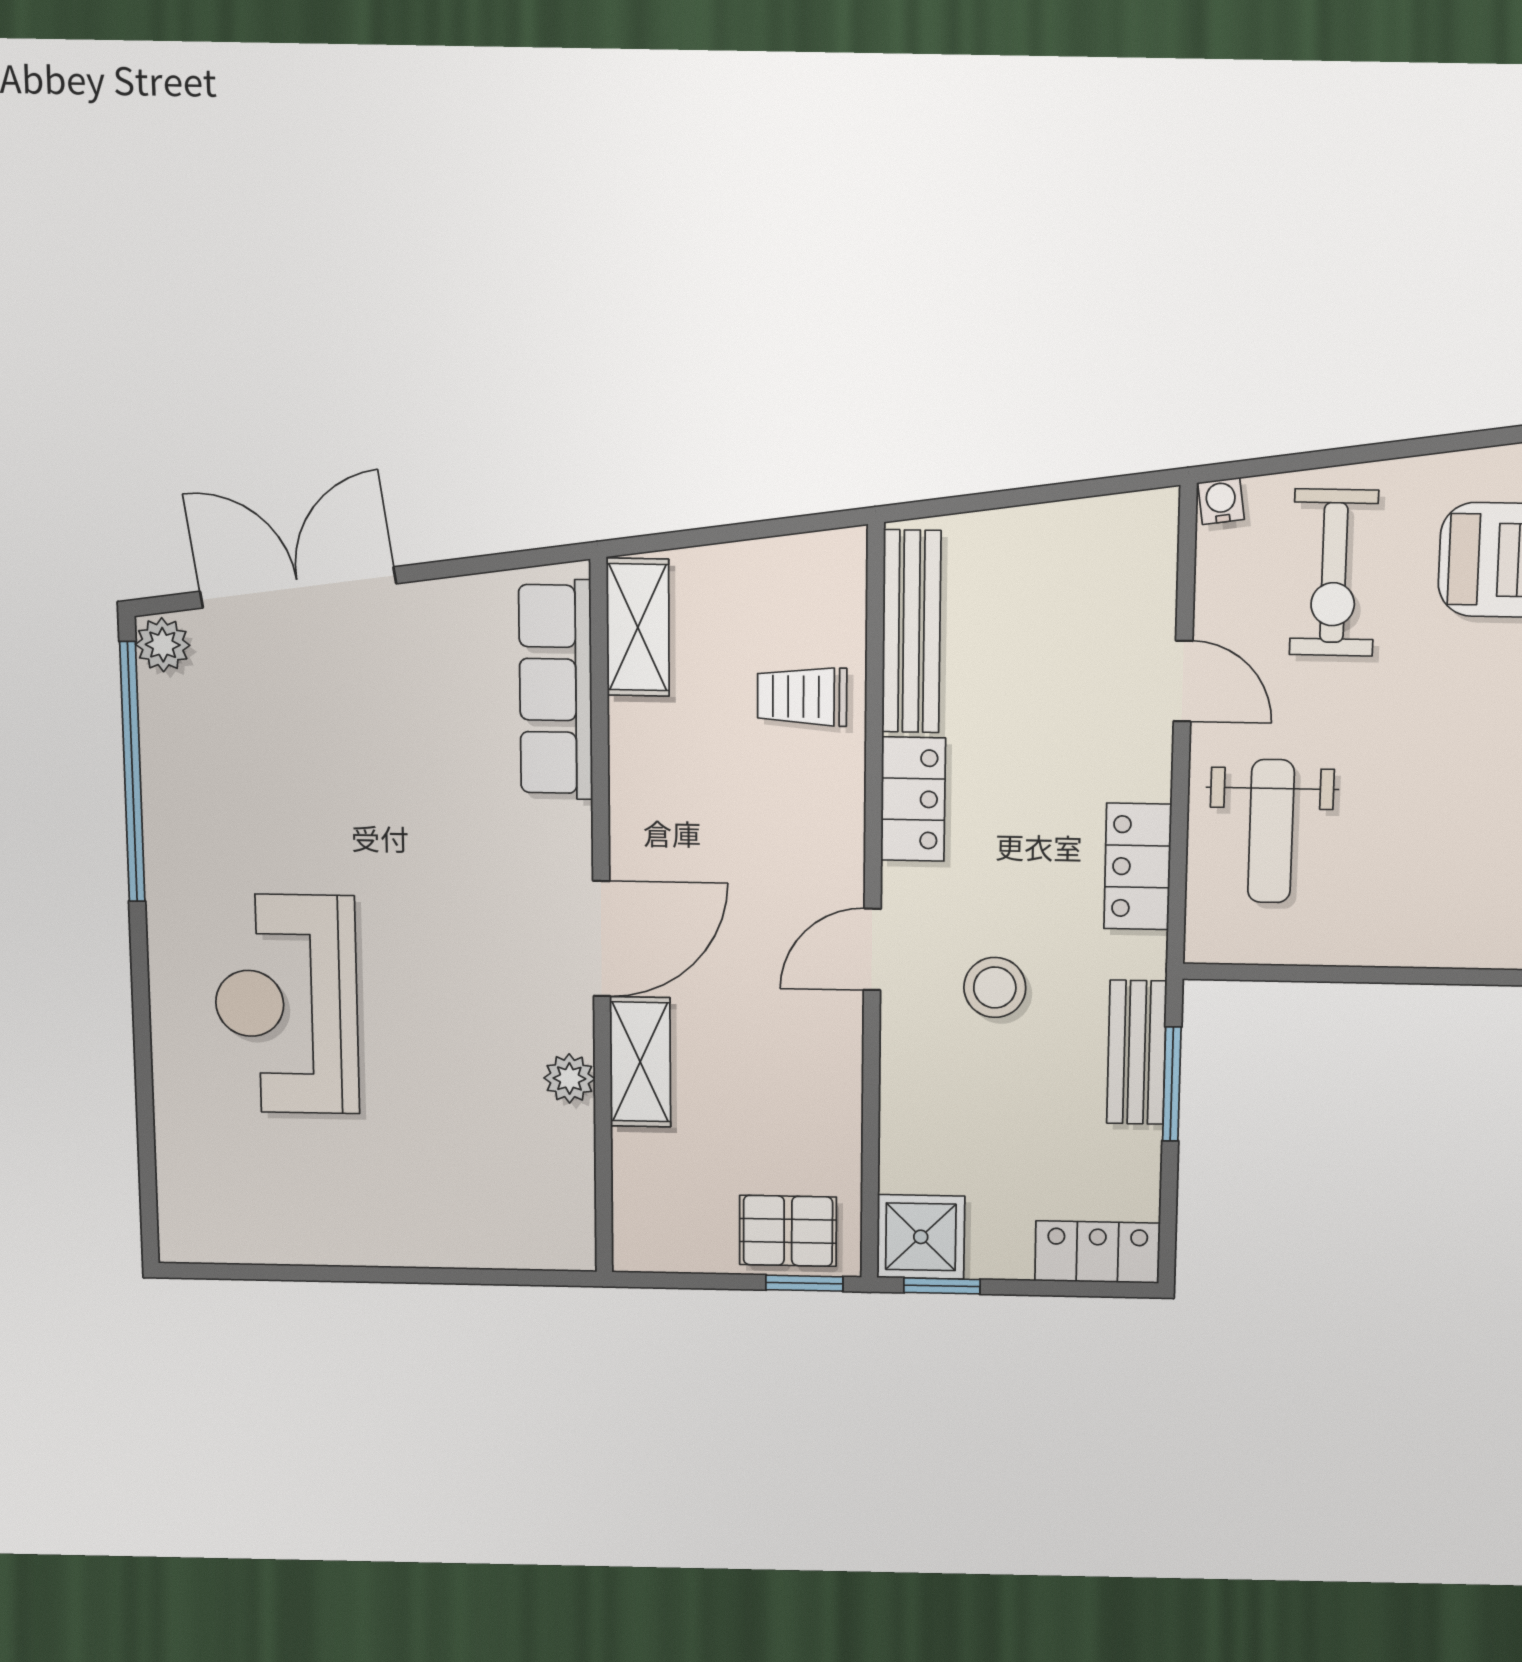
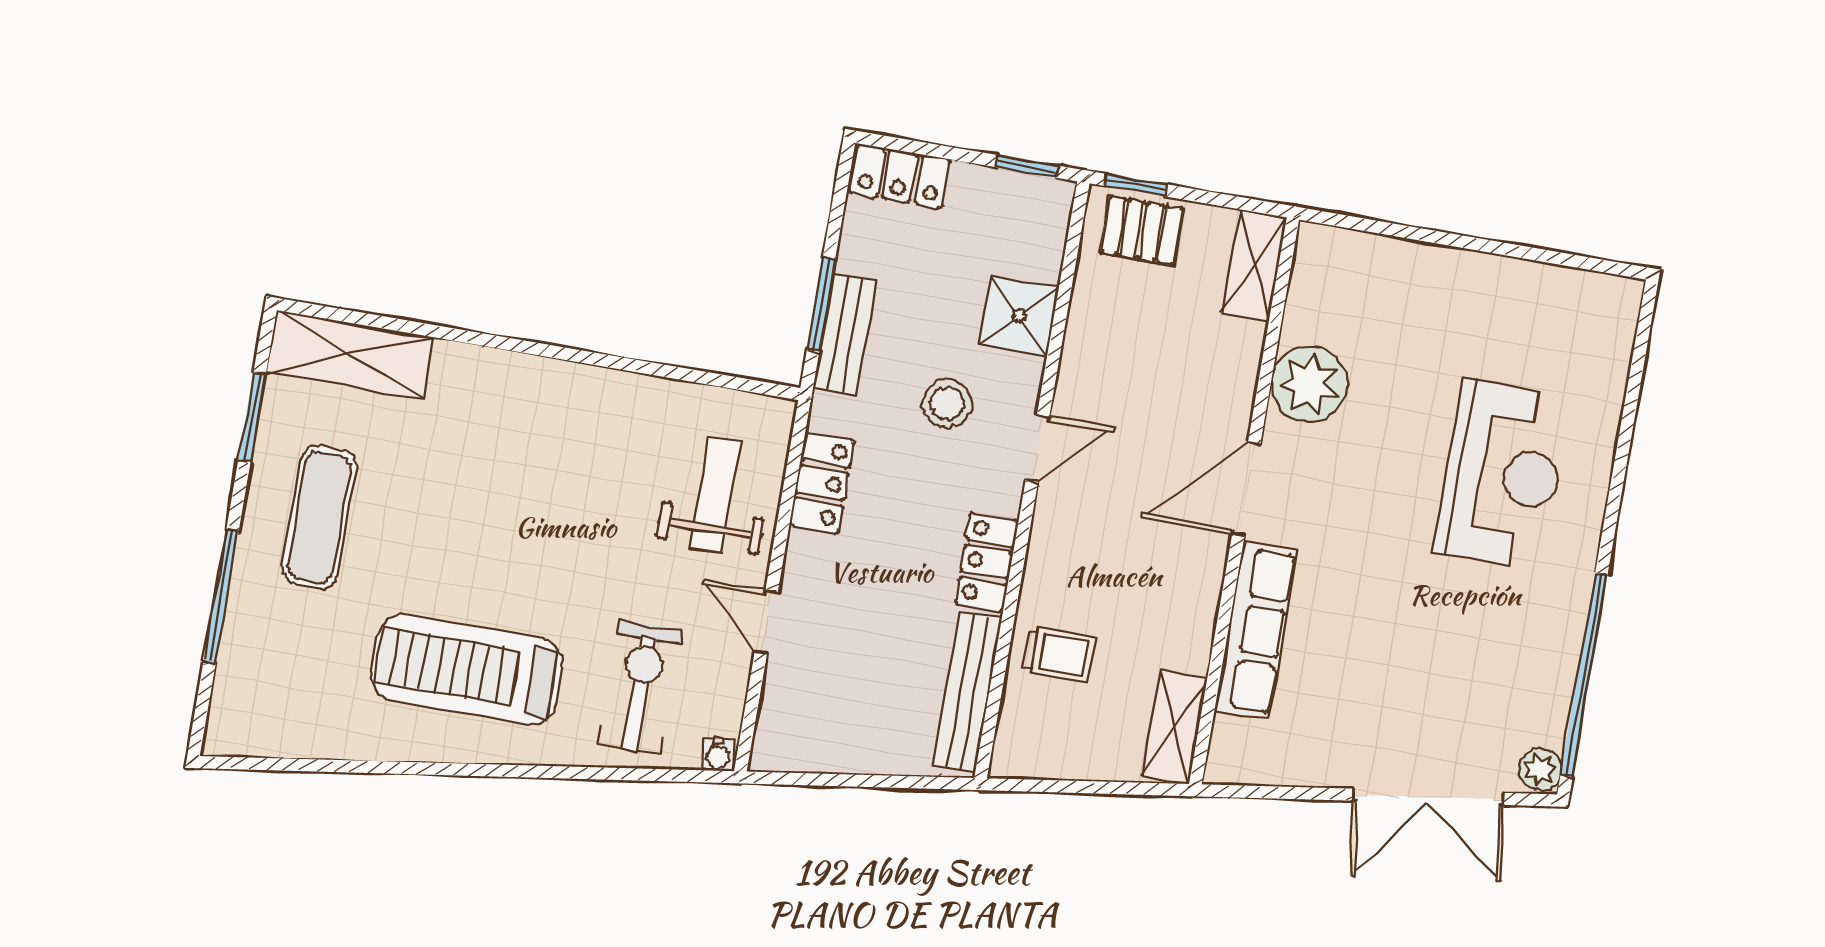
row of seats: (556, 690) -> (1256, 630), moved
shelving: (640, 1062) -> (1255, 265), moved
plant: (569, 1078) -> (1309, 384), width x1.87, depth x1.87
shower: (921, 1237) -> (1019, 316), moved

